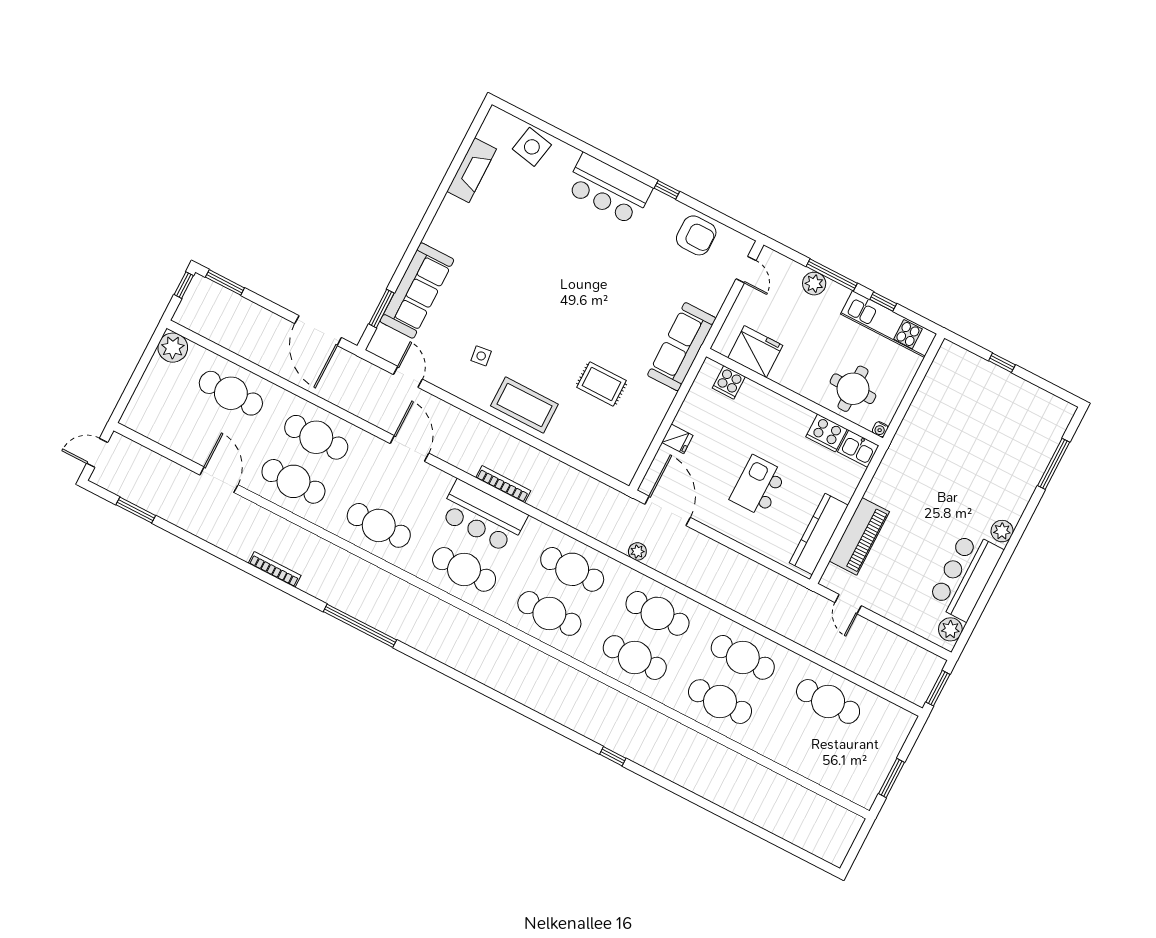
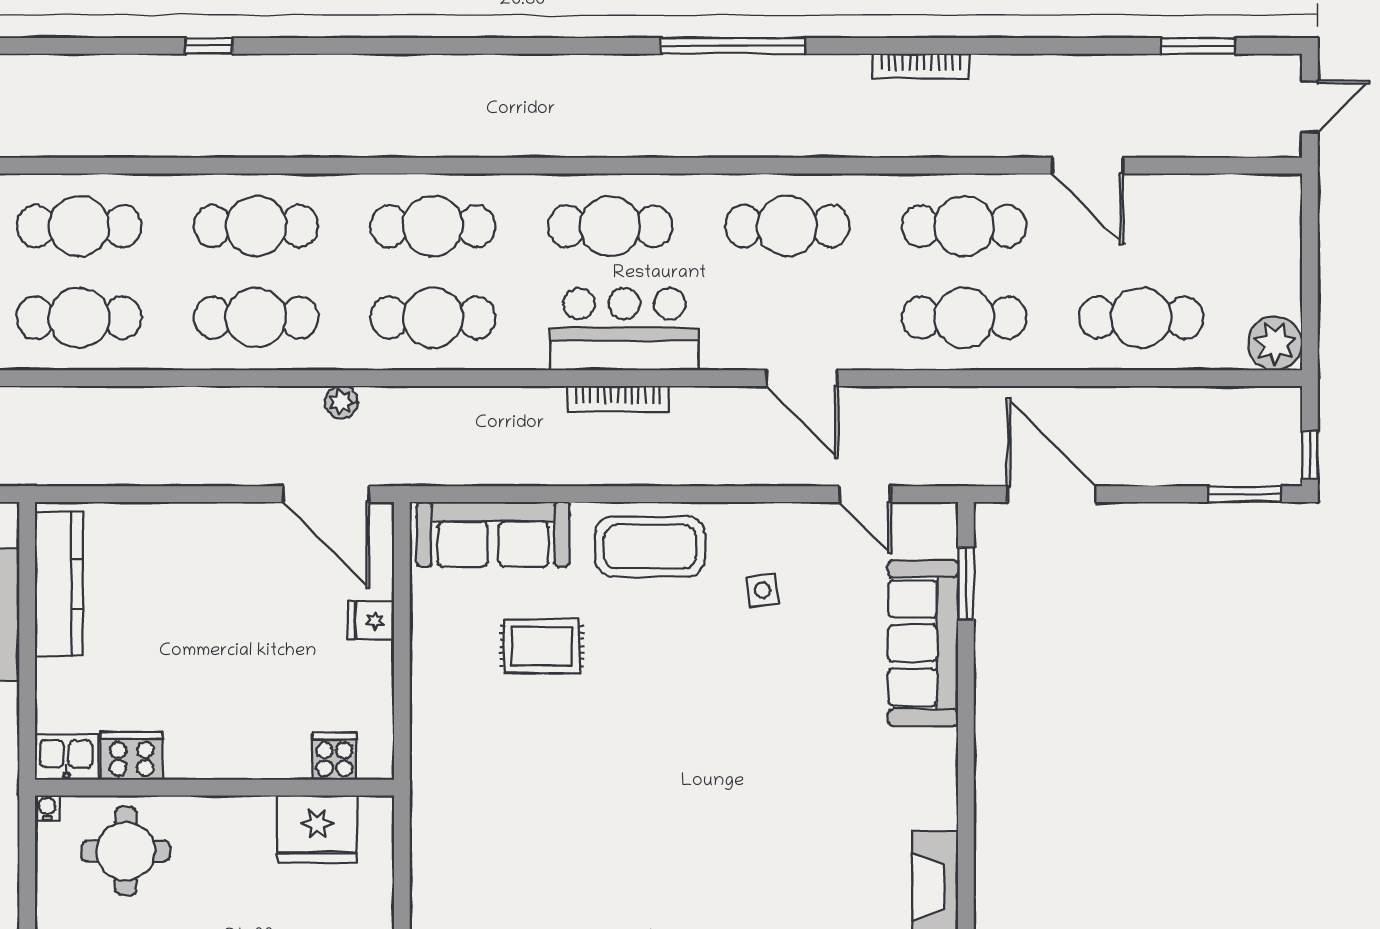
sofa: (682, 347) -> (493, 534), moved, turned 90
kitchen island: (758, 486) -> (199, 612), removed

